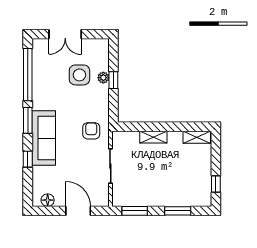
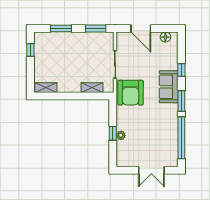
double door: (65, 34) -> (151, 170), swing flipped
side table: (79, 75) -> (140, 138), removed
armchair: (91, 131) -> (130, 93), width x1.88, depth x1.88
shelving: (153, 137) -> (92, 88), moved
sofa: (44, 138) -> (169, 87), width x0.73

